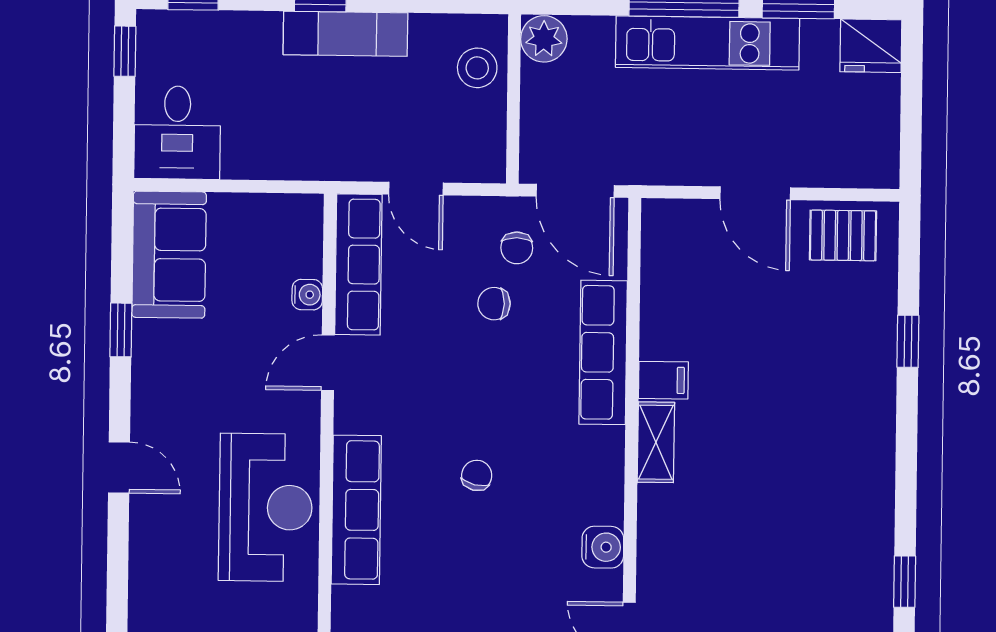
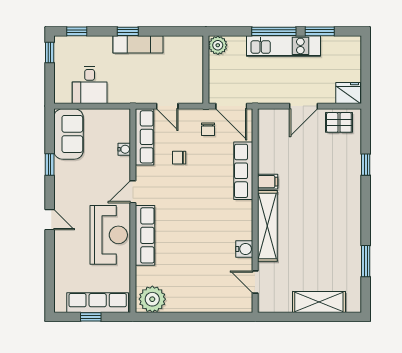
fridge: (871, 46) -> (348, 93), moved, turned 180
stool: (477, 68) -> (191, 57), removed
desk: (177, 133) -> (90, 85), moved
door: (755, 193) -> (303, 106), hinge flipped
chair: (494, 304) -> (179, 158), moved
door: (328, 363) -> (133, 192), moved
shelving: (656, 442) -> (267, 226), width x2.20, depth x1.33
chair: (477, 475) -> (193, 221), removed
window: (905, 582) -> (366, 261), width x1.50

